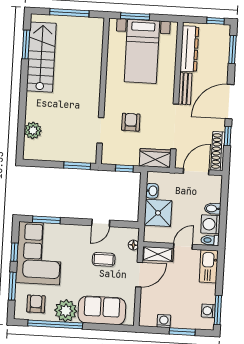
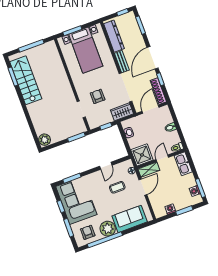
plant: (33, 130) -> (45, 140), moved
shower: (158, 213) -> (142, 155), moved
washing machine: (210, 224) -> (173, 138), removed

